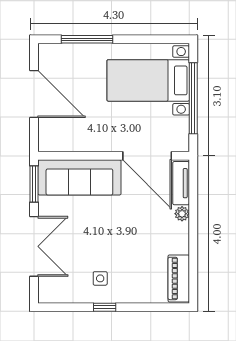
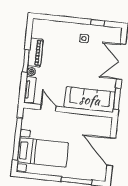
door: (147, 156) -> (48, 108), width x0.53
window: (193, 230) -> (26, 61), added
piano: (179, 278) -> (35, 53), moved
window: (105, 307) -> (98, 23), moved

